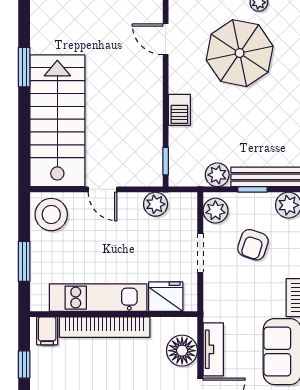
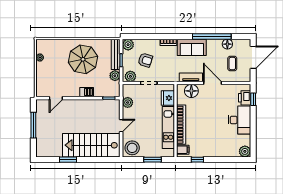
parasol: (240, 53) -> (83, 59), moved

